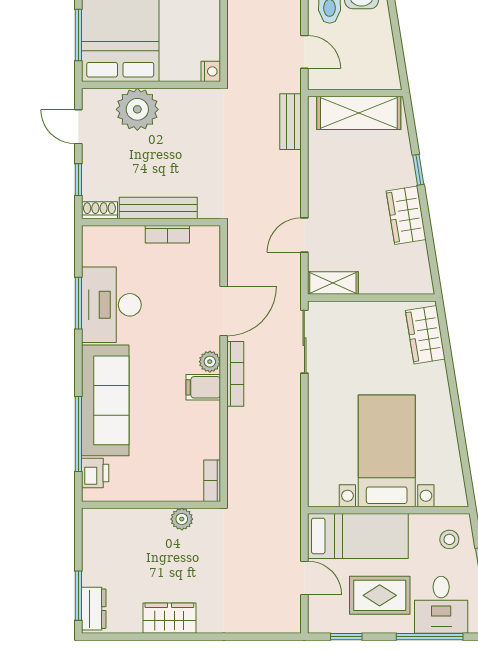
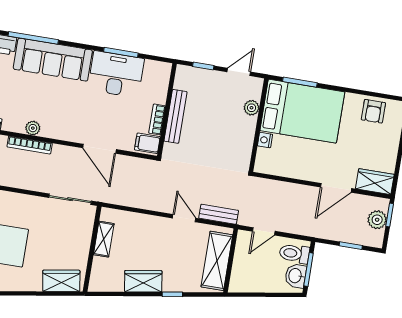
nightstand: (211, 71) -> (265, 140), moved, turned 90
plant: (137, 109) -> (251, 108), width x0.53, depth x0.53
shoe rack: (99, 210) -> (181, 77), removed
door: (304, 235) -> (184, 218), moved
shelving: (333, 283) -> (104, 239), moved
plant: (210, 362) -> (33, 128), moved
bookcase: (235, 374) -> (30, 145), moved
filing cabinet: (203, 387) -> (147, 143), moved, turned -90

